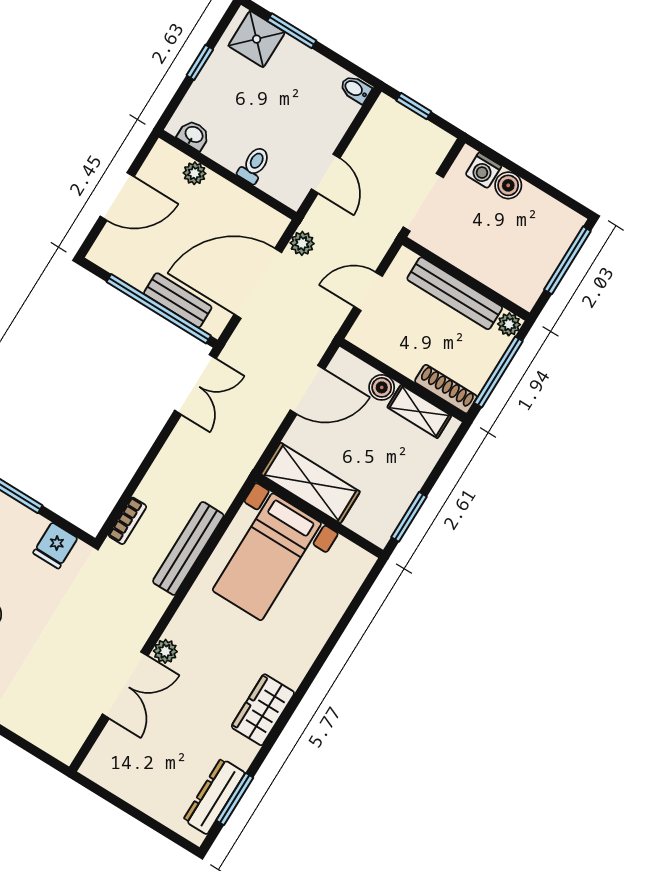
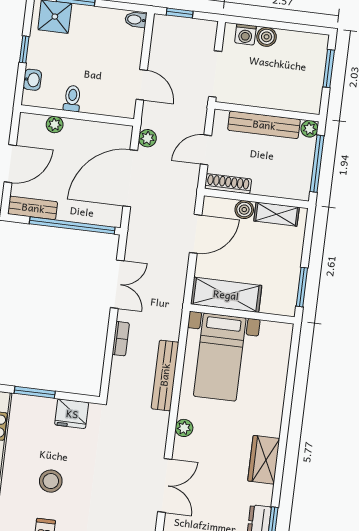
washbasin: (194, 135) -> (32, 80), moved, turned 90
toilet: (254, 165) -> (72, 98), moved
window: (567, 260) -> (329, 68), width x0.69
bench: (178, 300) -> (33, 208), moved
double door: (195, 385) -> (117, 284), moved
shoe rack: (446, 389) -> (228, 184), moved
bookcase: (127, 521) -> (121, 339), moved
fridge: (55, 546) -> (72, 414), width x1.38
plant: (165, 651) -> (184, 428), moved

